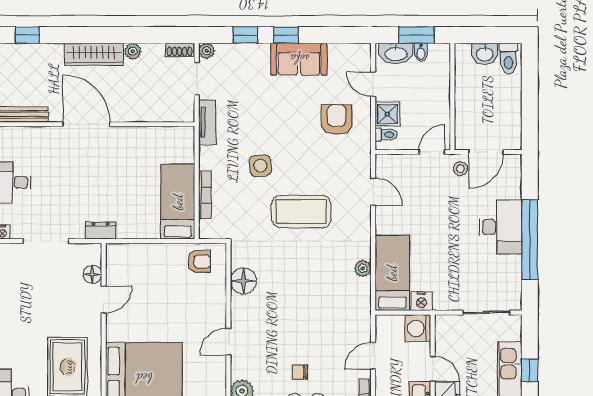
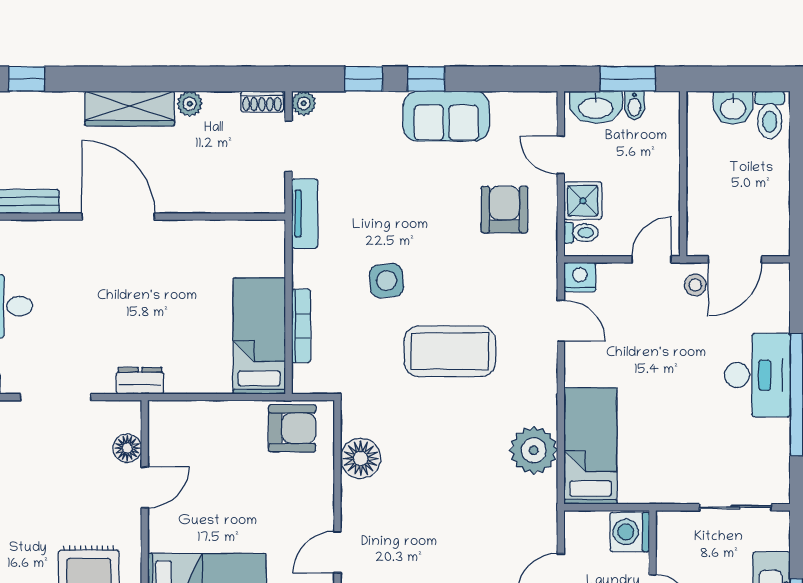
armchair: (199, 261) -> (292, 428), width x1.38, depth x1.38
plant: (363, 268) -> (534, 450), width x1.88, depth x1.88
nightstand: (421, 301) -> (580, 277), moved, turned 180

